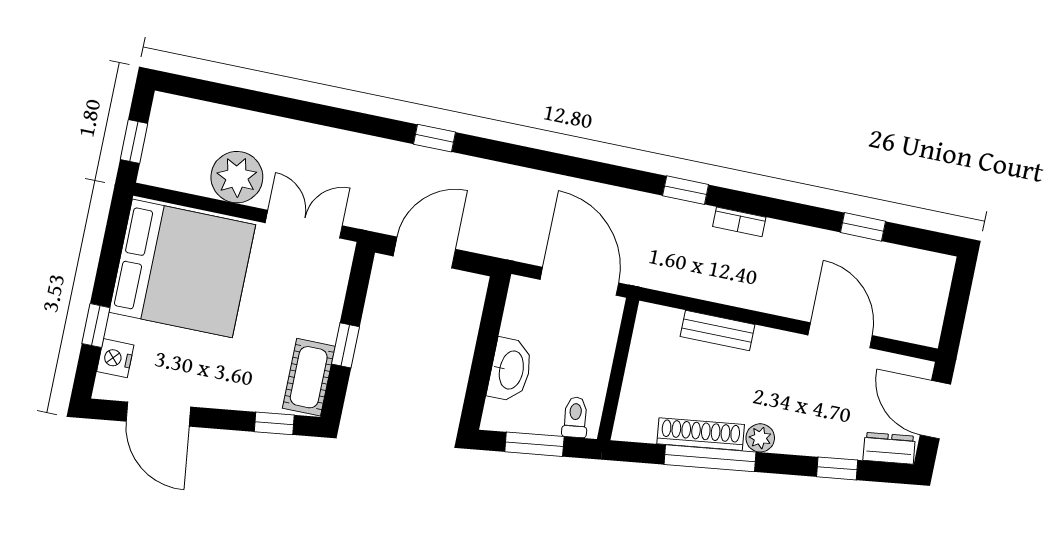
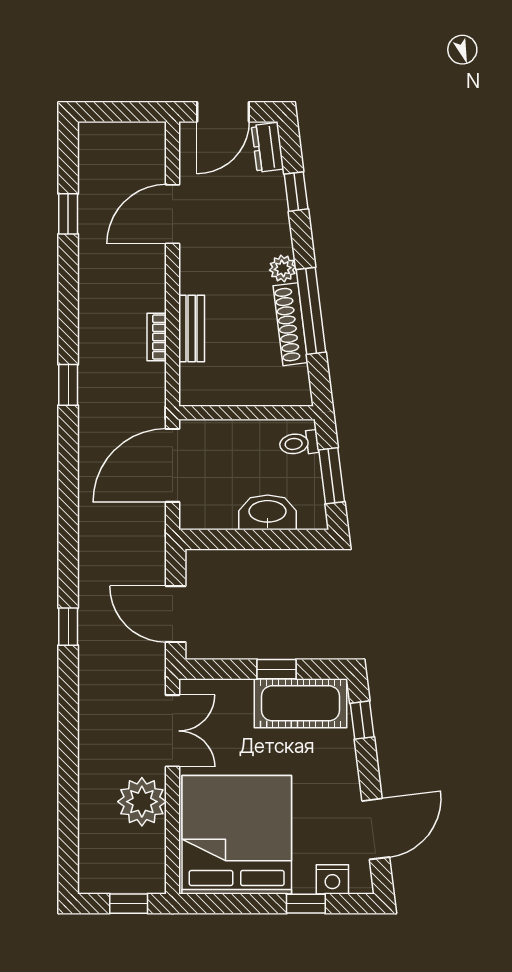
bookcase: (739, 222) -> (157, 337), moved, turned 180
double door: (304, 224) -> (173, 731), swing flipped
cot: (309, 377) -> (300, 703), width x1.37, depth x1.34

